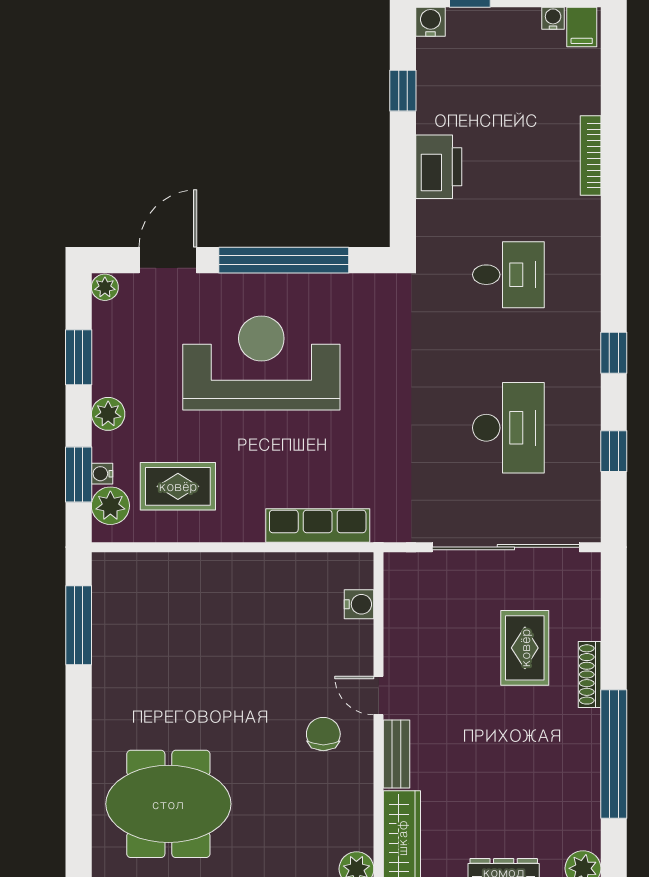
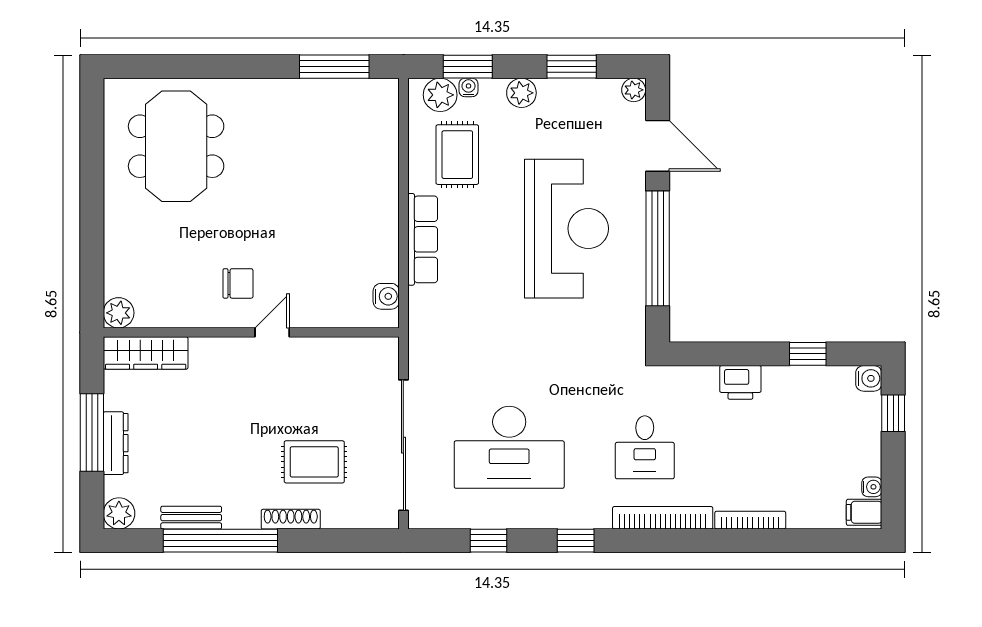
printer: (439, 167) -> (740, 382), width x0.73, depth x0.84
bookcase: (588, 254) -> (663, 518), added
desk: (508, 428) -> (509, 447), width x1.36, depth x1.30
row of seats: (318, 526) -> (423, 239), moved
water cooler: (359, 604) -> (386, 296), moved, turned -90
bench: (396, 754) -> (191, 518), moved

